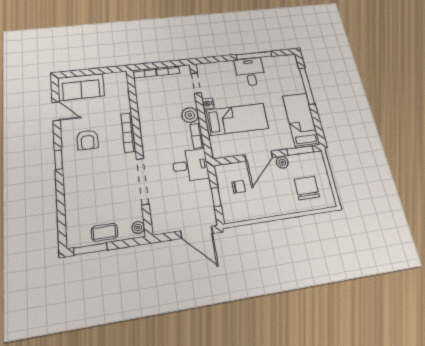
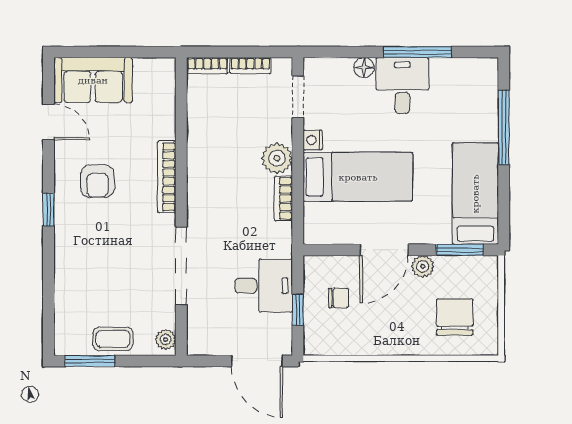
floor lamp: (228, 65) -> (364, 68), added
desk: (190, 165) -> (264, 286), moved

